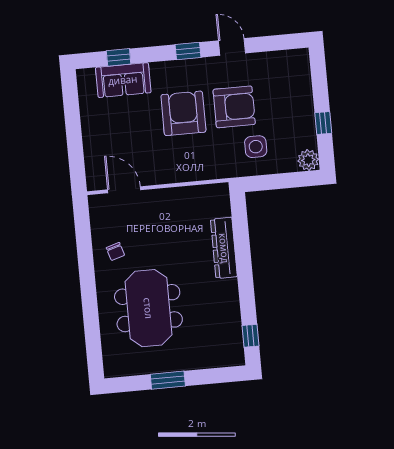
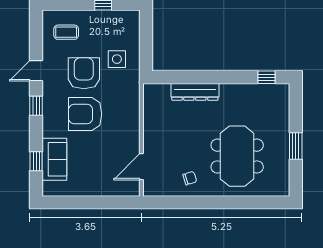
coffee table: (283, 80) -> (66, 32), added
plant: (308, 160) -> (131, 18), removed
meeting table: (148, 308) -> (237, 156), turned 90

